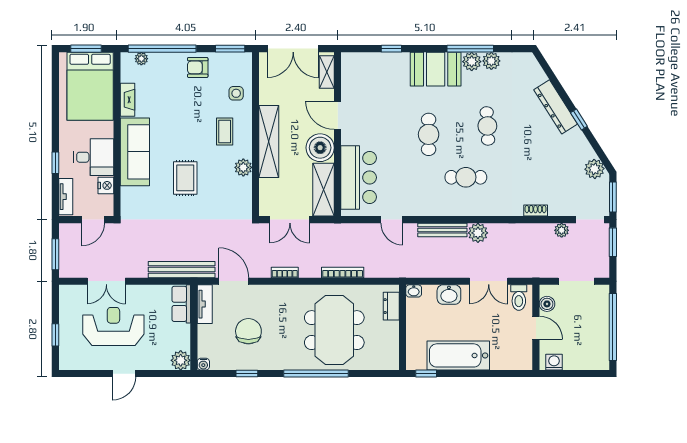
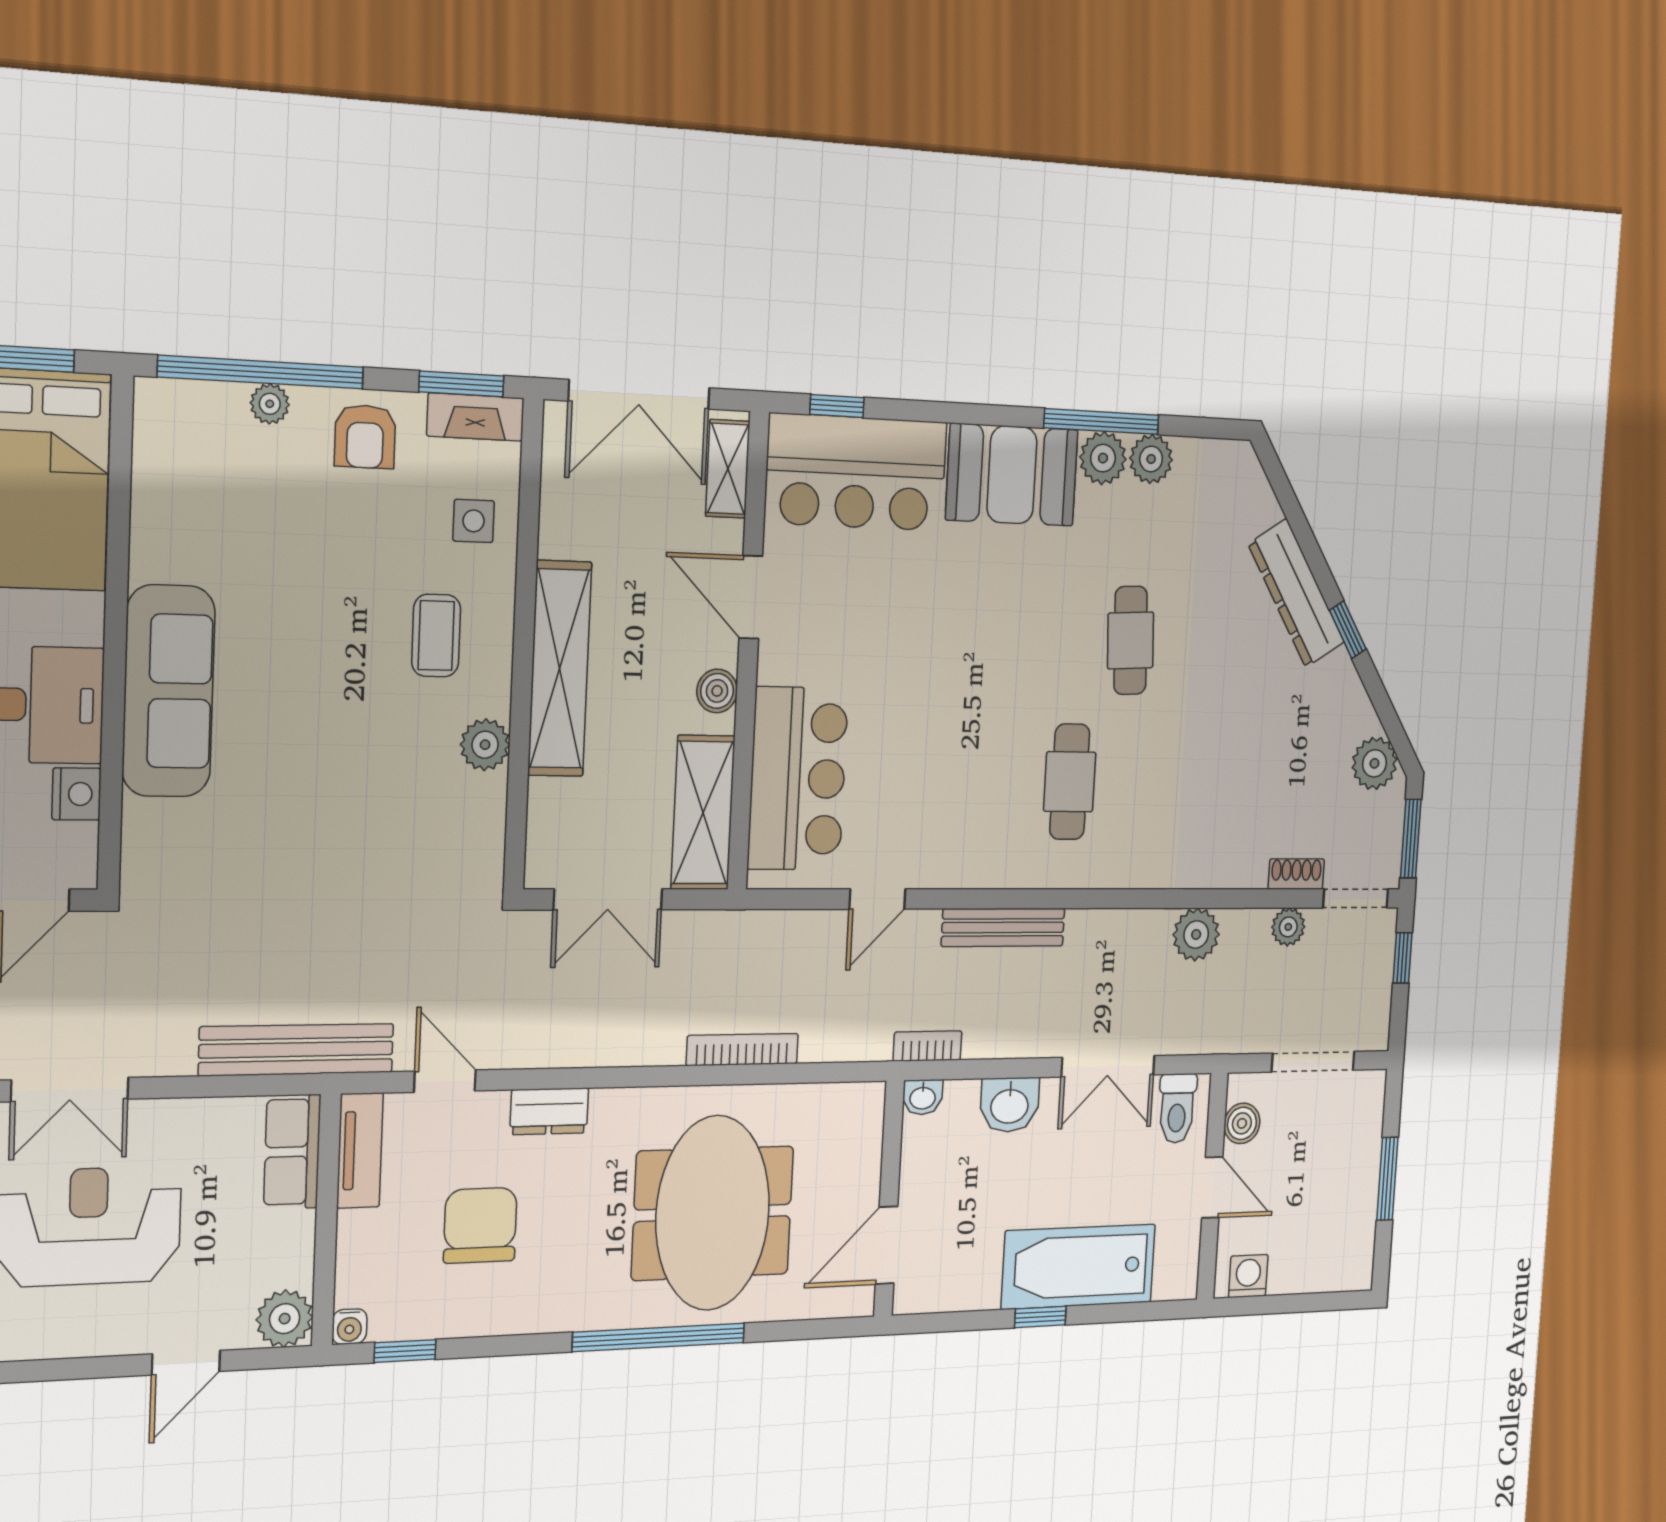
window: (391, 49) -> (837, 406), moved
plant: (141, 59) -> (270, 404), moved
armchair: (198, 67) -> (365, 437), turned -90
bar counter: (375, 71) -> (856, 472), added
fireplace: (127, 100) -> (475, 417), moved, turned 90
cafe table: (429, 134) -> (984, 660), removed
boiler: (320, 148) -> (717, 691), width x0.54, depth x0.54
cafe table: (466, 177) -> (1070, 782), turned 90
rug: (185, 178) -> (317, 774), removed
shoe rack: (536, 211) -> (1296, 874), moved
door: (392, 220) -> (877, 899), hinge flipped
plant: (478, 233) -> (1196, 934), moved
window: (613, 242) -> (1403, 958), width x0.67
bookcase: (285, 272) -> (927, 1046), moved
door: (234, 281) -> (445, 1081), width x0.73
dresser: (391, 306) -> (549, 1111), moved, turned -90
window: (613, 327) -> (1387, 1179), width x0.47
door: (403, 344) -> (887, 1245), added
bathtub: (458, 355) -> (1079, 1267), moved
door: (124, 374) -> (186, 1363), moved
window: (247, 374) -> (405, 1351), moved
window: (426, 374) -> (1040, 1317), moved

